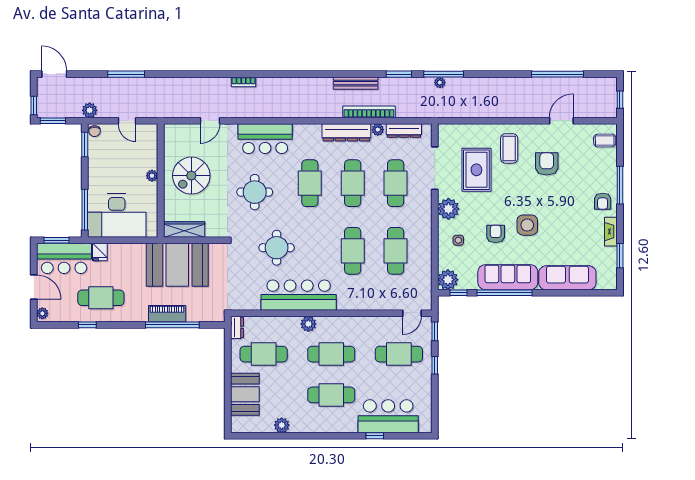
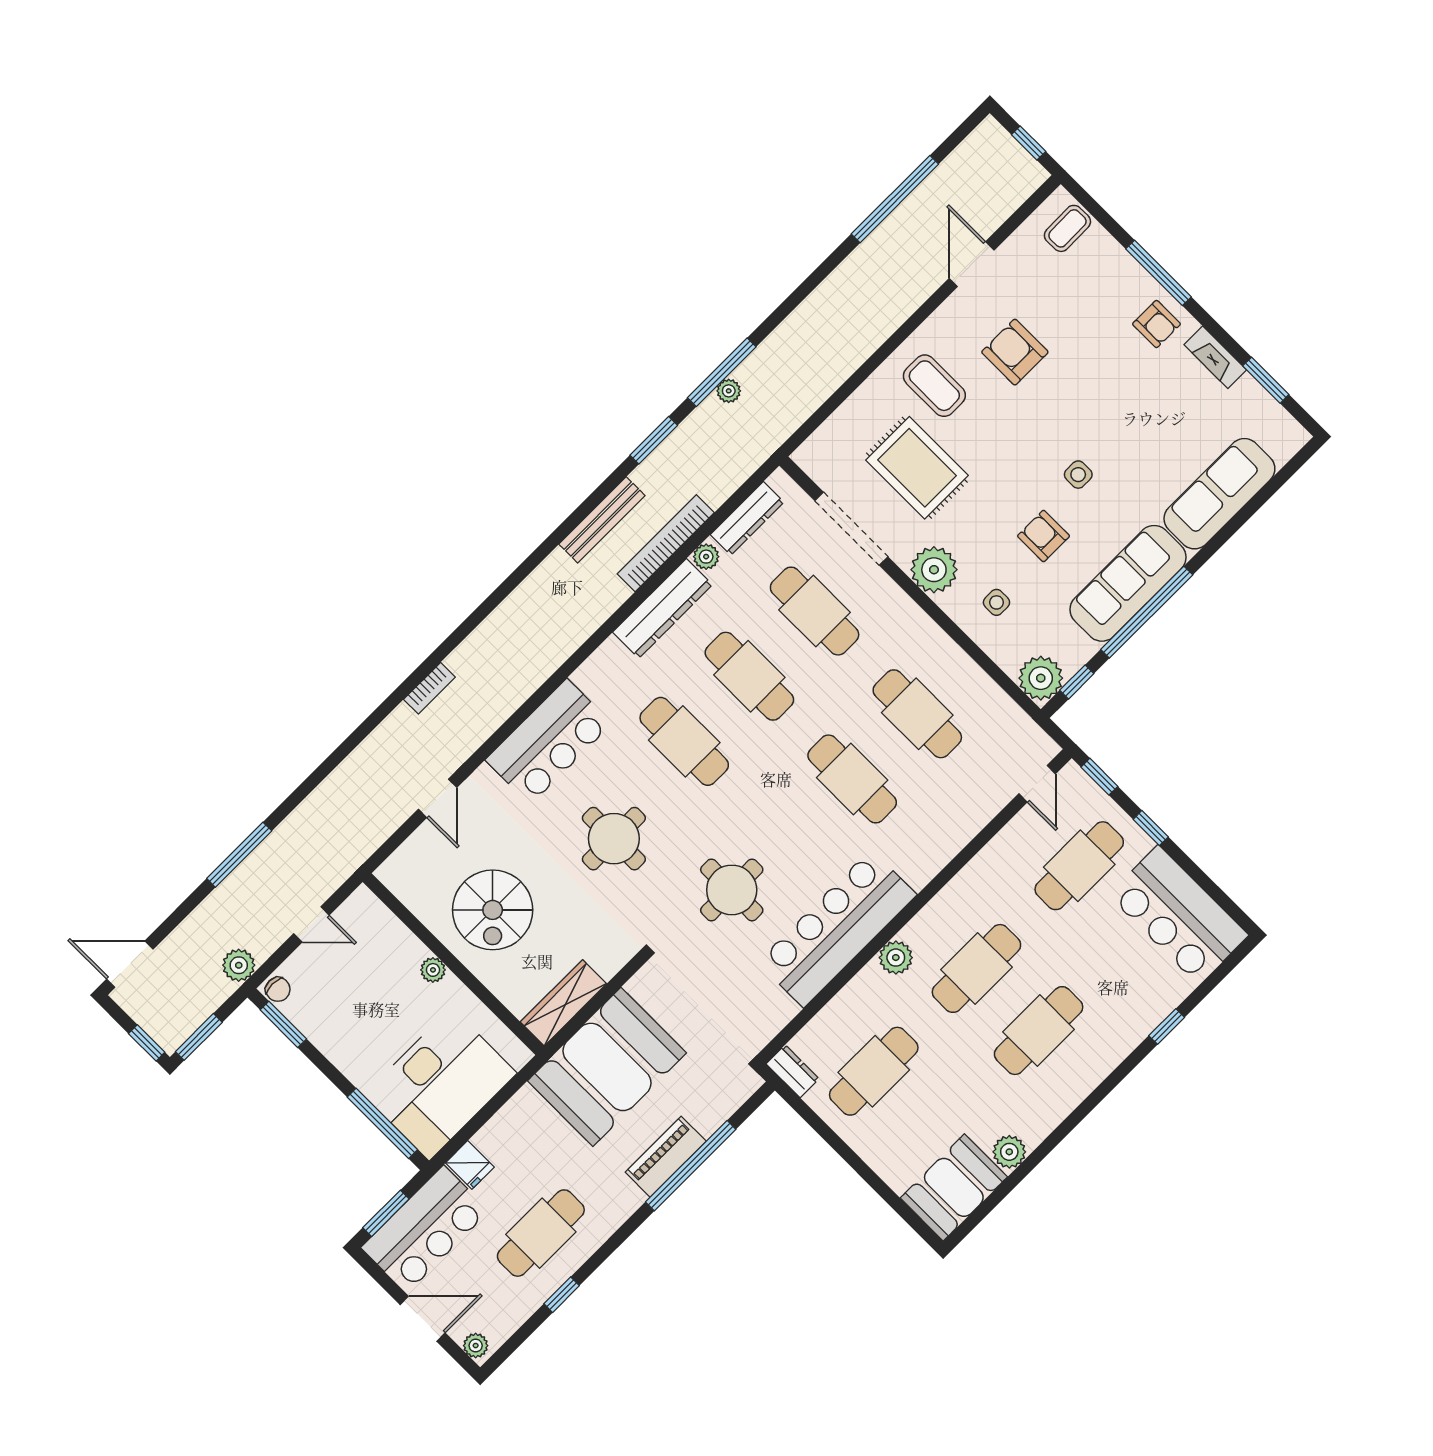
side table: (527, 225) -> (1078, 475), width x0.54, depth x0.54
booth: (245, 394) -> (954, 1187), moved, turned 90
bar counter: (388, 416) -> (1178, 915), moved, turned -90

